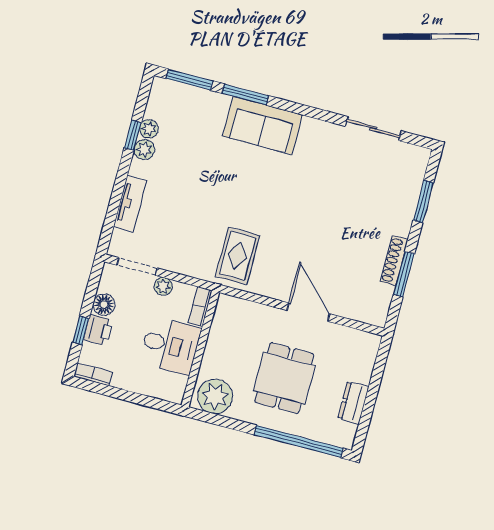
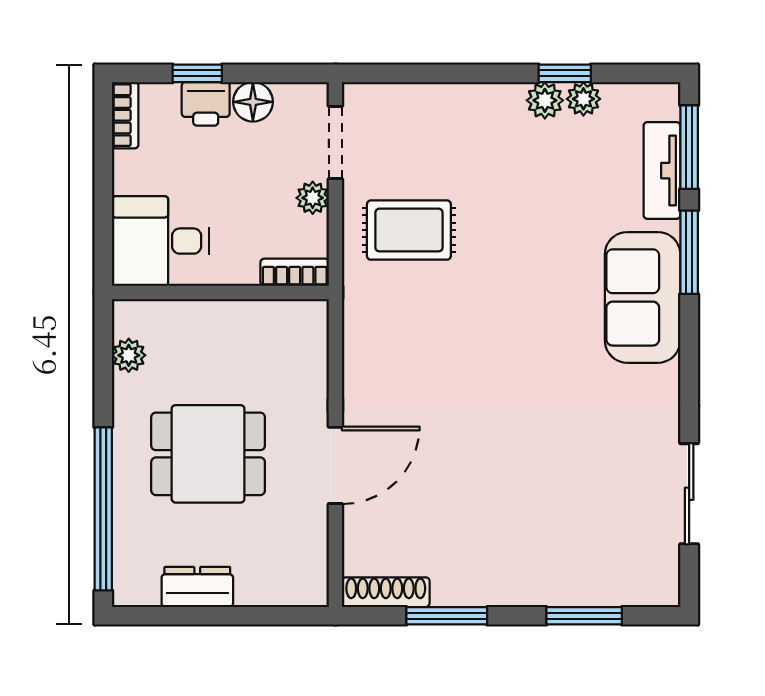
tv unit: (130, 203) -> (662, 171), moved, turned 90
rug: (237, 256) -> (409, 230), moved
shoe rack: (394, 261) -> (386, 592), moved
desk: (170, 345) -> (160, 241), moved, turned 90
plant: (215, 396) -> (129, 355), width x0.53, depth x0.53

